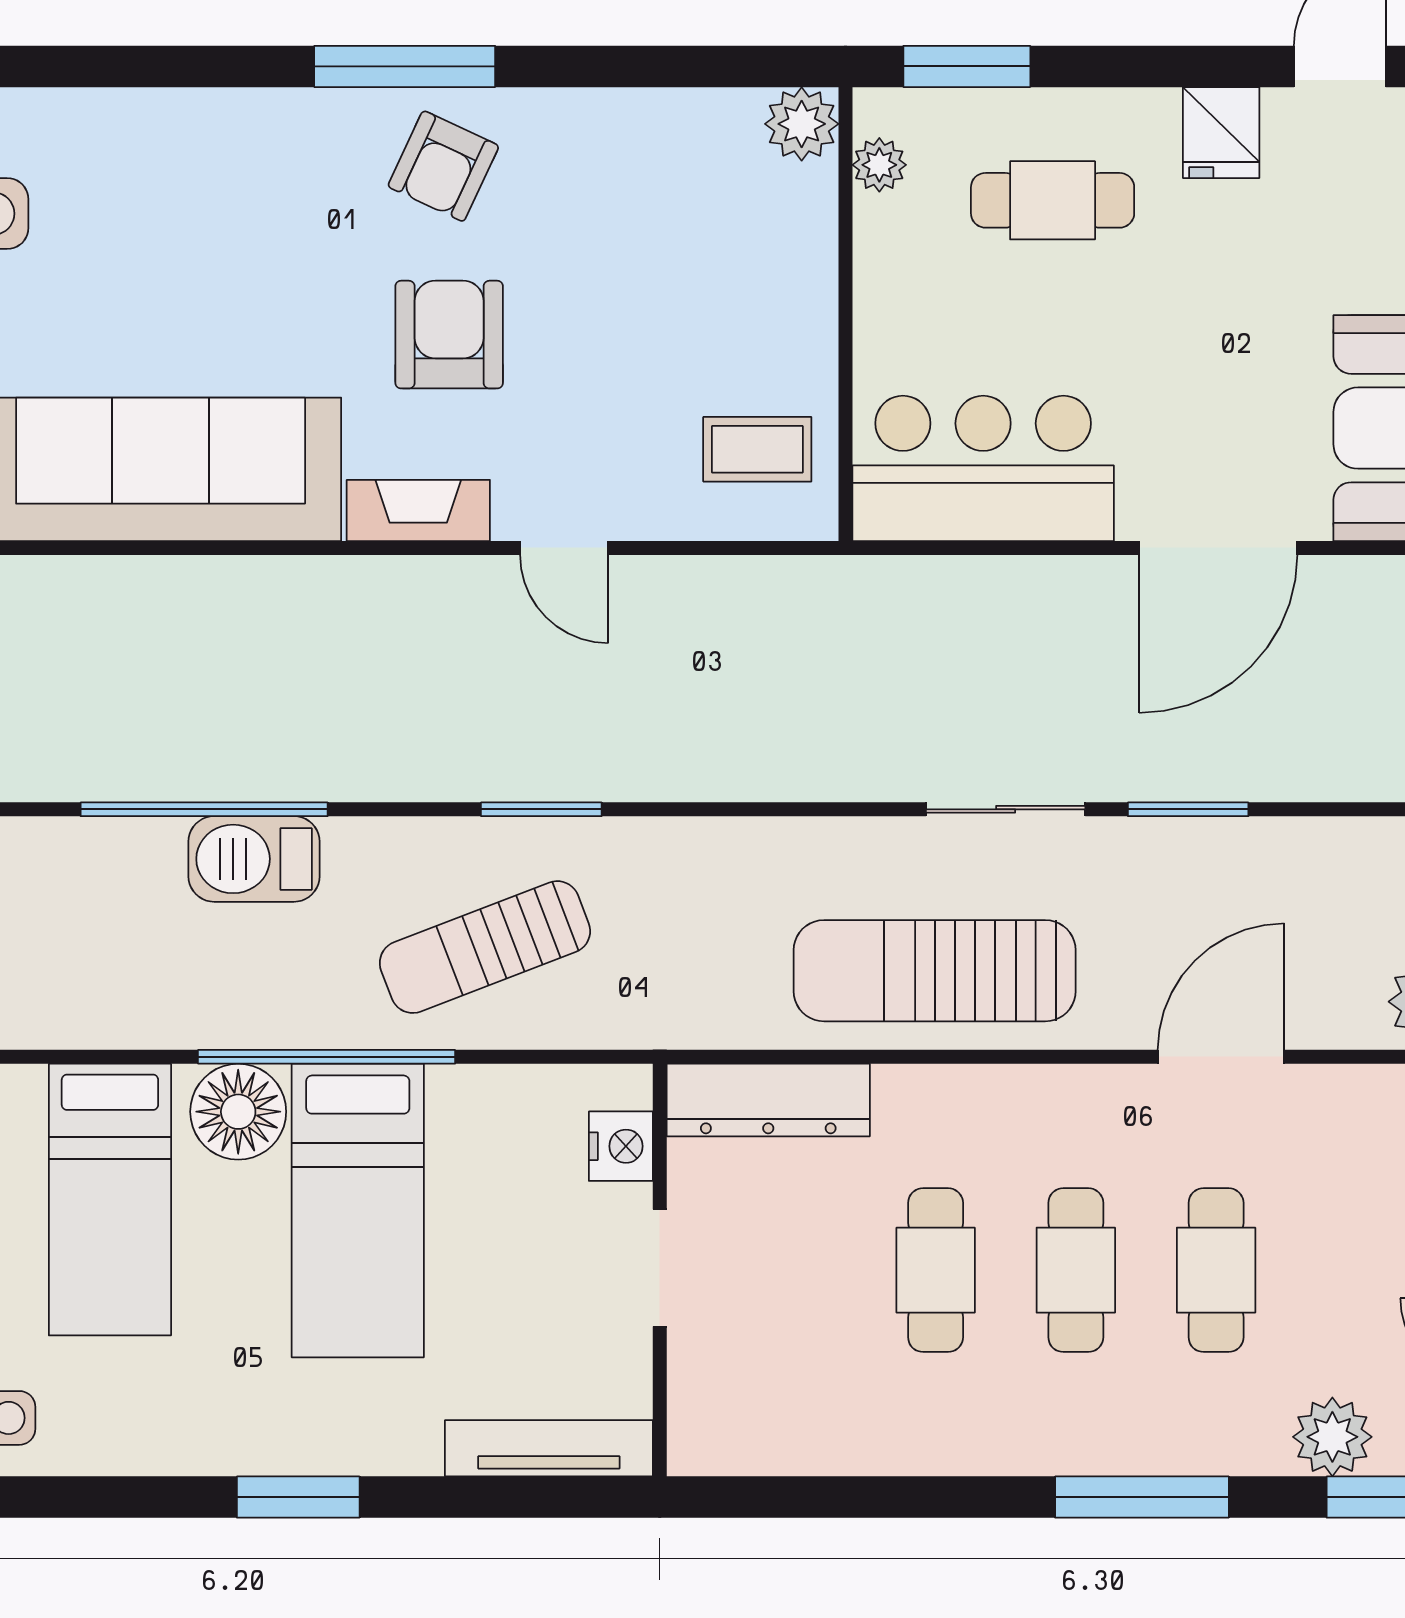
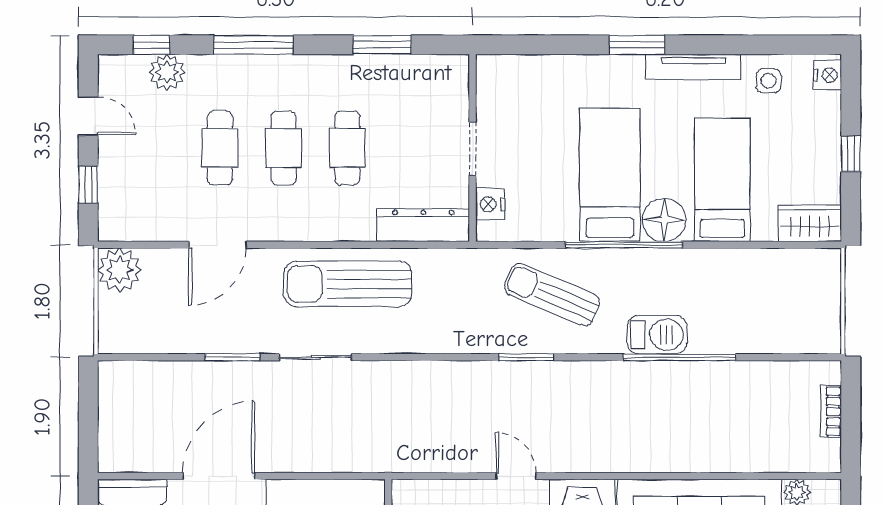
sun lounger: (485, 947) -> (552, 295), turned -136
sun lounger: (935, 971) -> (348, 284), turned 180
tv unit: (549, 1448) -> (693, 67), moved
window: (859, 1497) -> (382, 45), added

